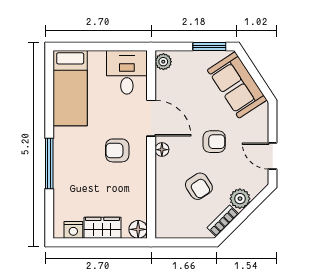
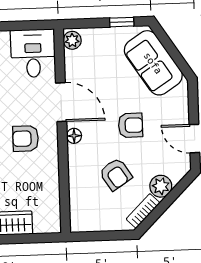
window: (209, 47) -> (122, 22), width x0.67
floor lamp: (138, 229) -> (51, 224), removed

